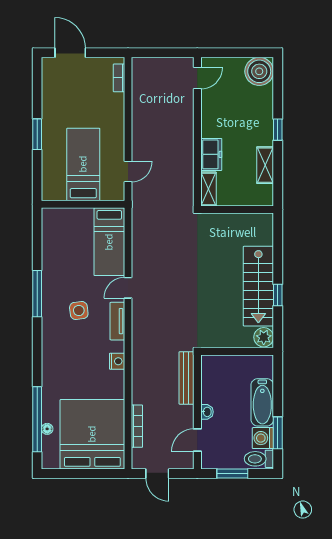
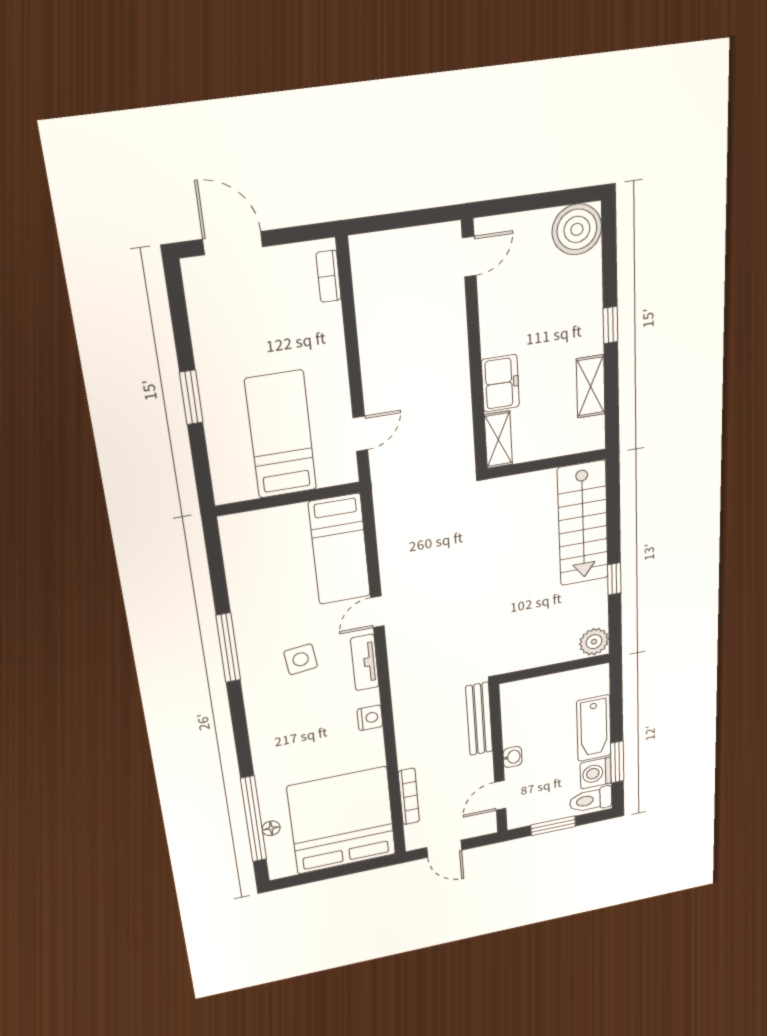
stairs: (258, 286) -> (583, 524), moved

